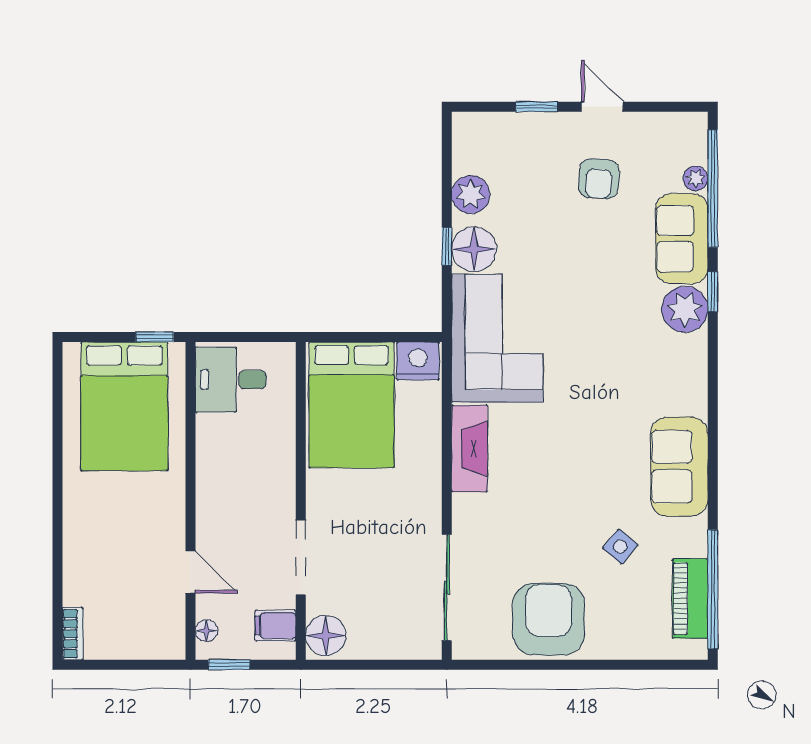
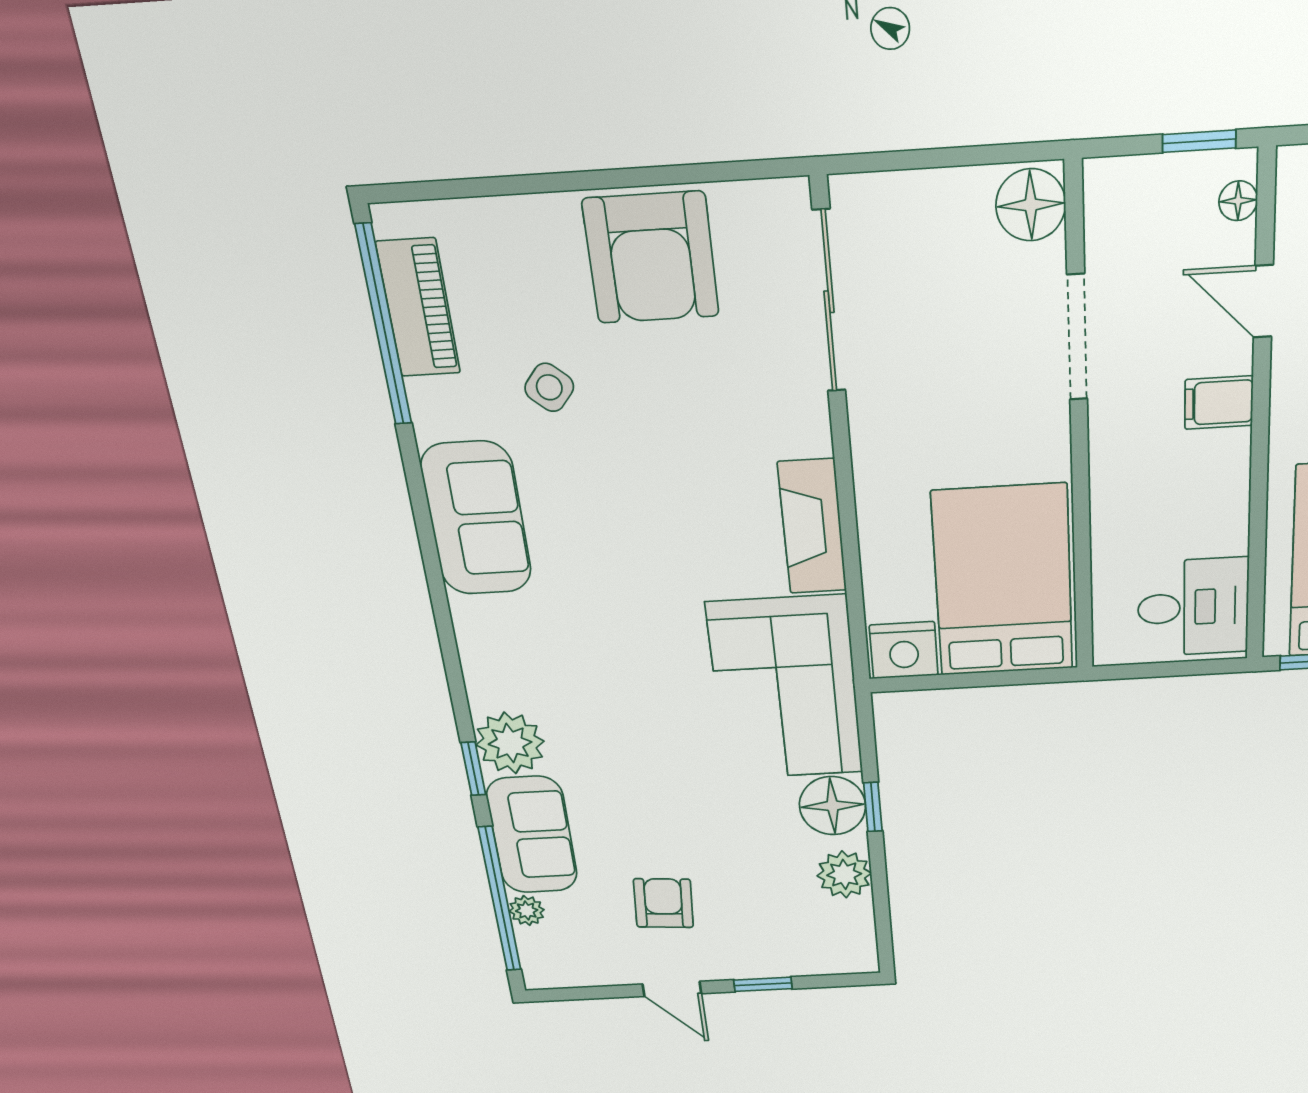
filing cabinet: (275, 626) -> (1219, 403), moved, turned 180

